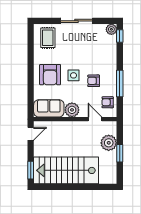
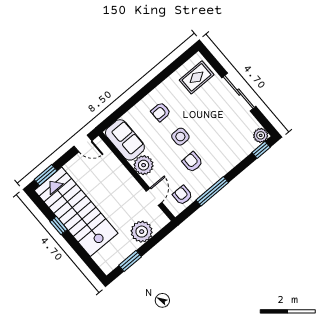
armchair: (50, 75) -> (161, 112), width x0.53, depth x0.53
window: (120, 153) -> (130, 261), moved
window: (65, 187) -> (59, 226), added

